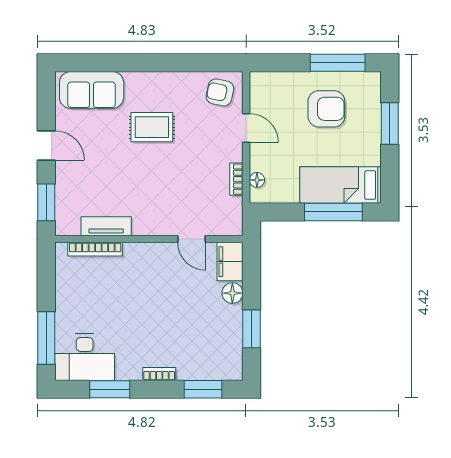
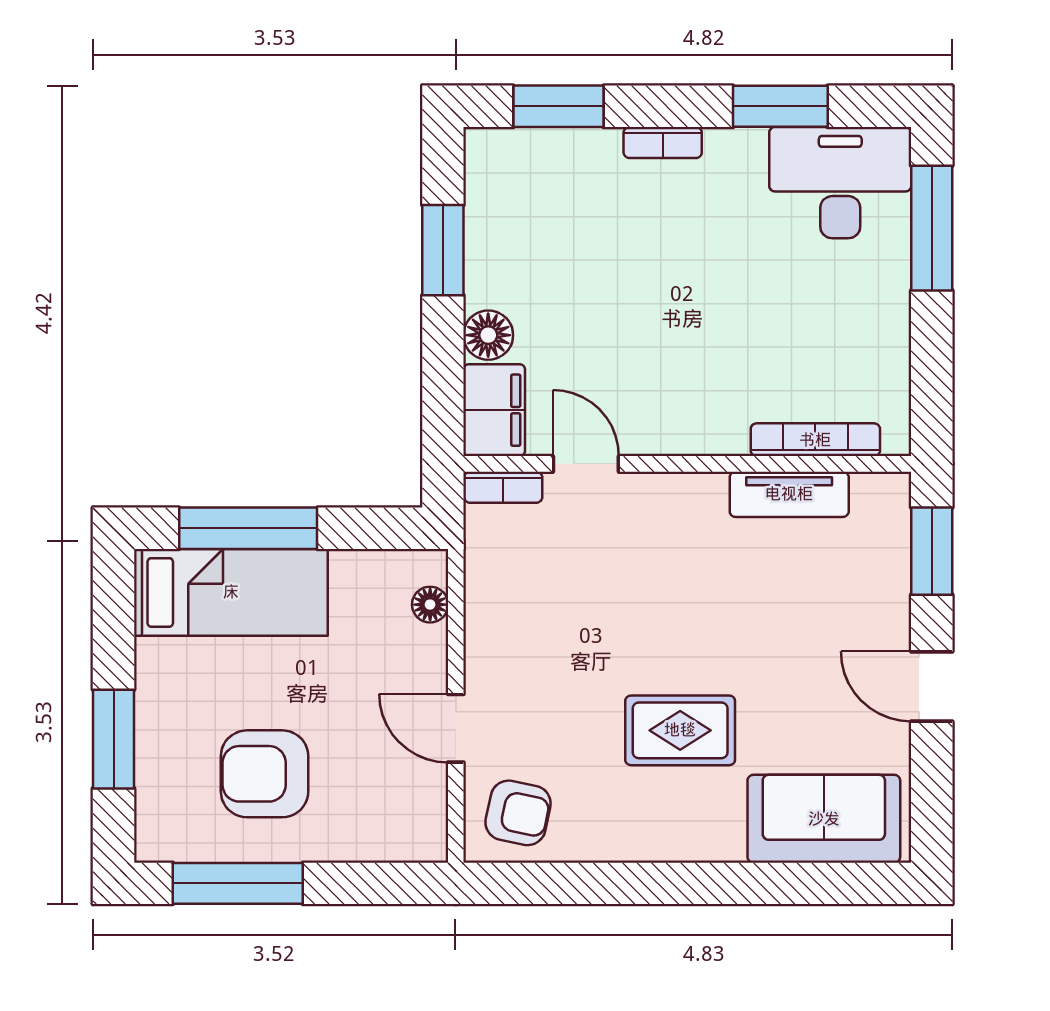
bookcase: (236, 179) -> (503, 487), moved, turned 90

